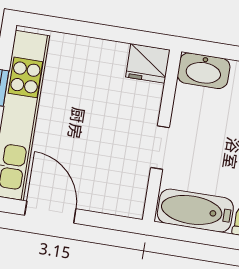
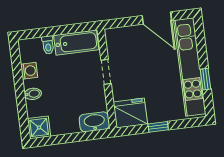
window: (101, 32) -> (158, 127), added
fridge: (148, 63) -> (130, 113), width x1.36, depth x1.34

